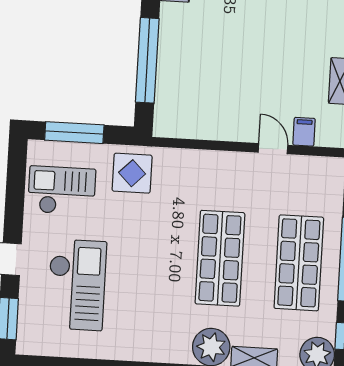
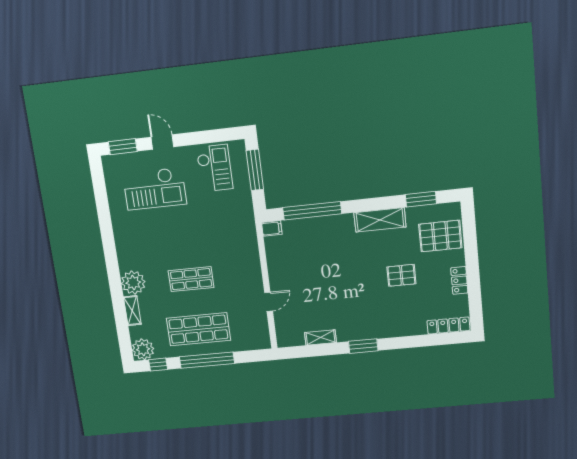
filing cabinet: (304, 132) -> (272, 228), moved
display table: (132, 173) -> (235, 213), removed
shop shelf: (220, 258) -> (191, 279), width x0.70, depth x0.74

